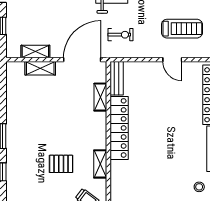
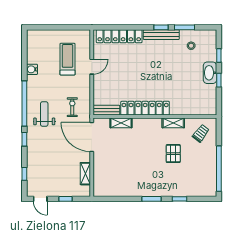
shelving: (40, 68) -> (98, 170), removed

